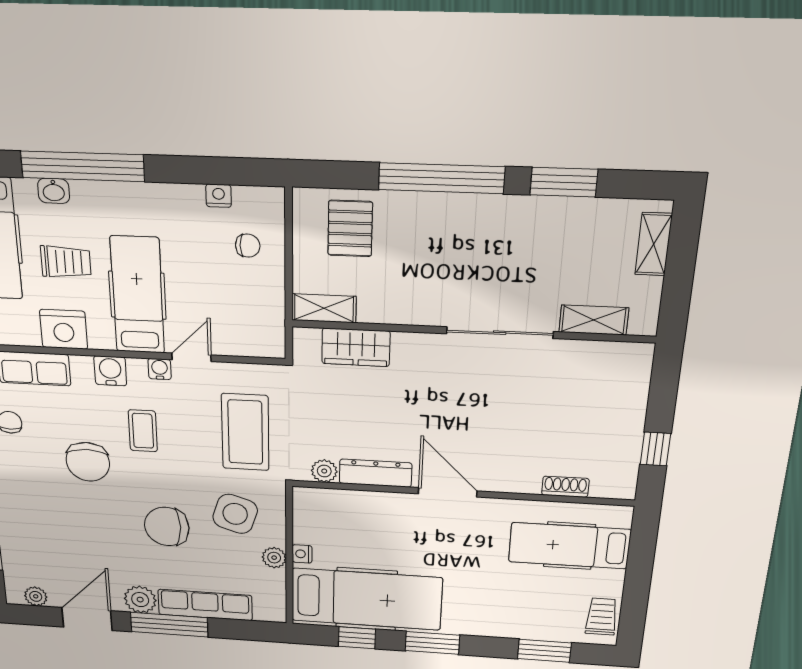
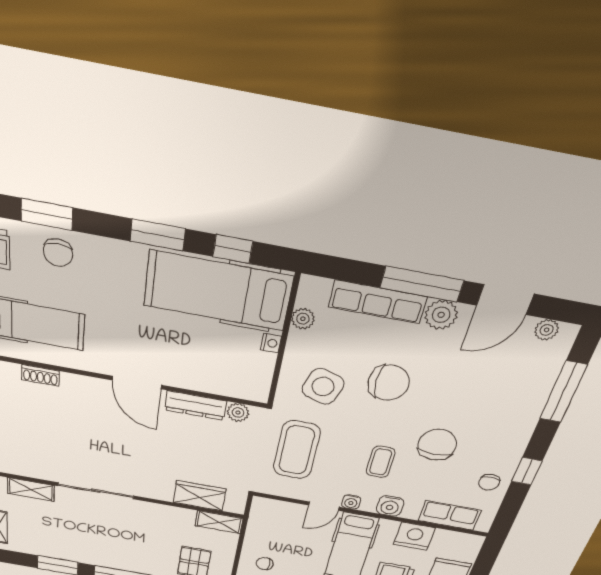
plant: (274, 558) -> (303, 319), moved
chair: (535, 618) -> (58, 253), added

